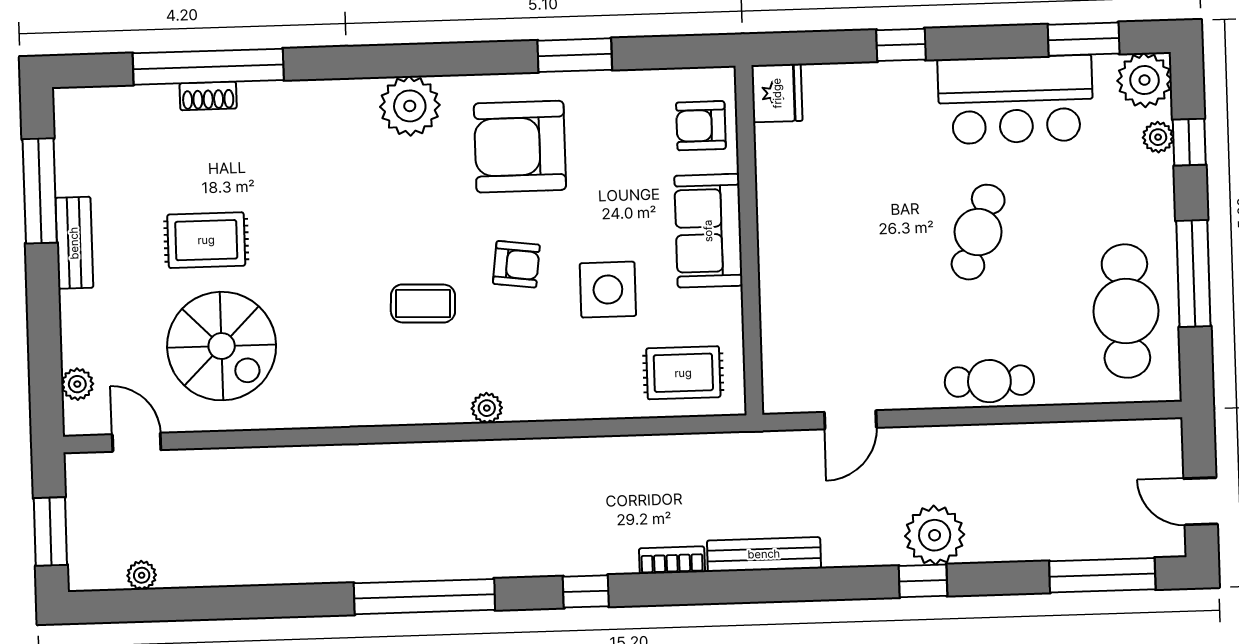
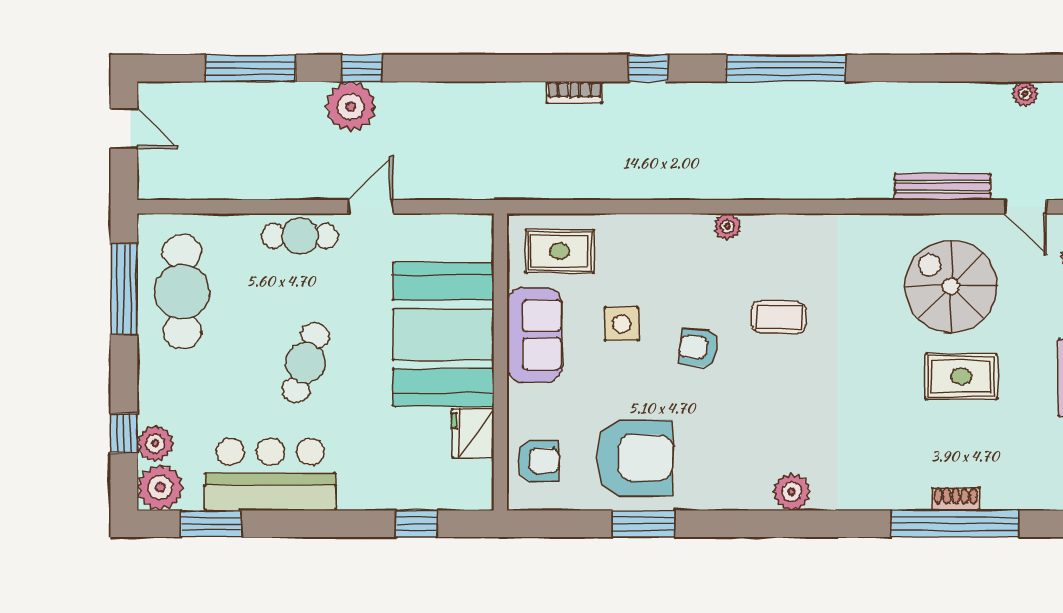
window: (901, 45) -> (416, 524), moved
fridge: (777, 93) -> (473, 433), moved
plant: (410, 106) -> (792, 492), width x0.73, depth x0.73
plant: (1158, 137) -> (155, 444), width x1.38, depth x1.38
armchair: (520, 147) -> (635, 458), moved
sofa: (708, 231) -> (535, 335), moved
booth: (817, 271) -> (443, 334), added
window: (1193, 273) -> (124, 289), moved
side table: (608, 290) -> (621, 324), width x0.73, depth x0.73
door: (850, 420) -> (371, 207), moved
bench: (764, 554) -> (943, 187), moved
window: (1102, 575) -> (250, 68), moved

